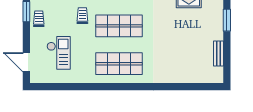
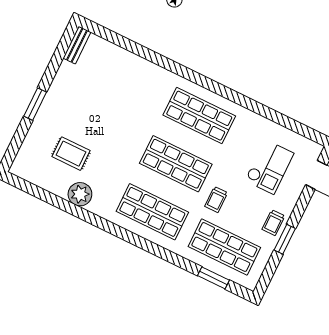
checkout: (59, 53) -> (269, 167), turned 180
bench: (219, 53) -> (77, 45), moved

